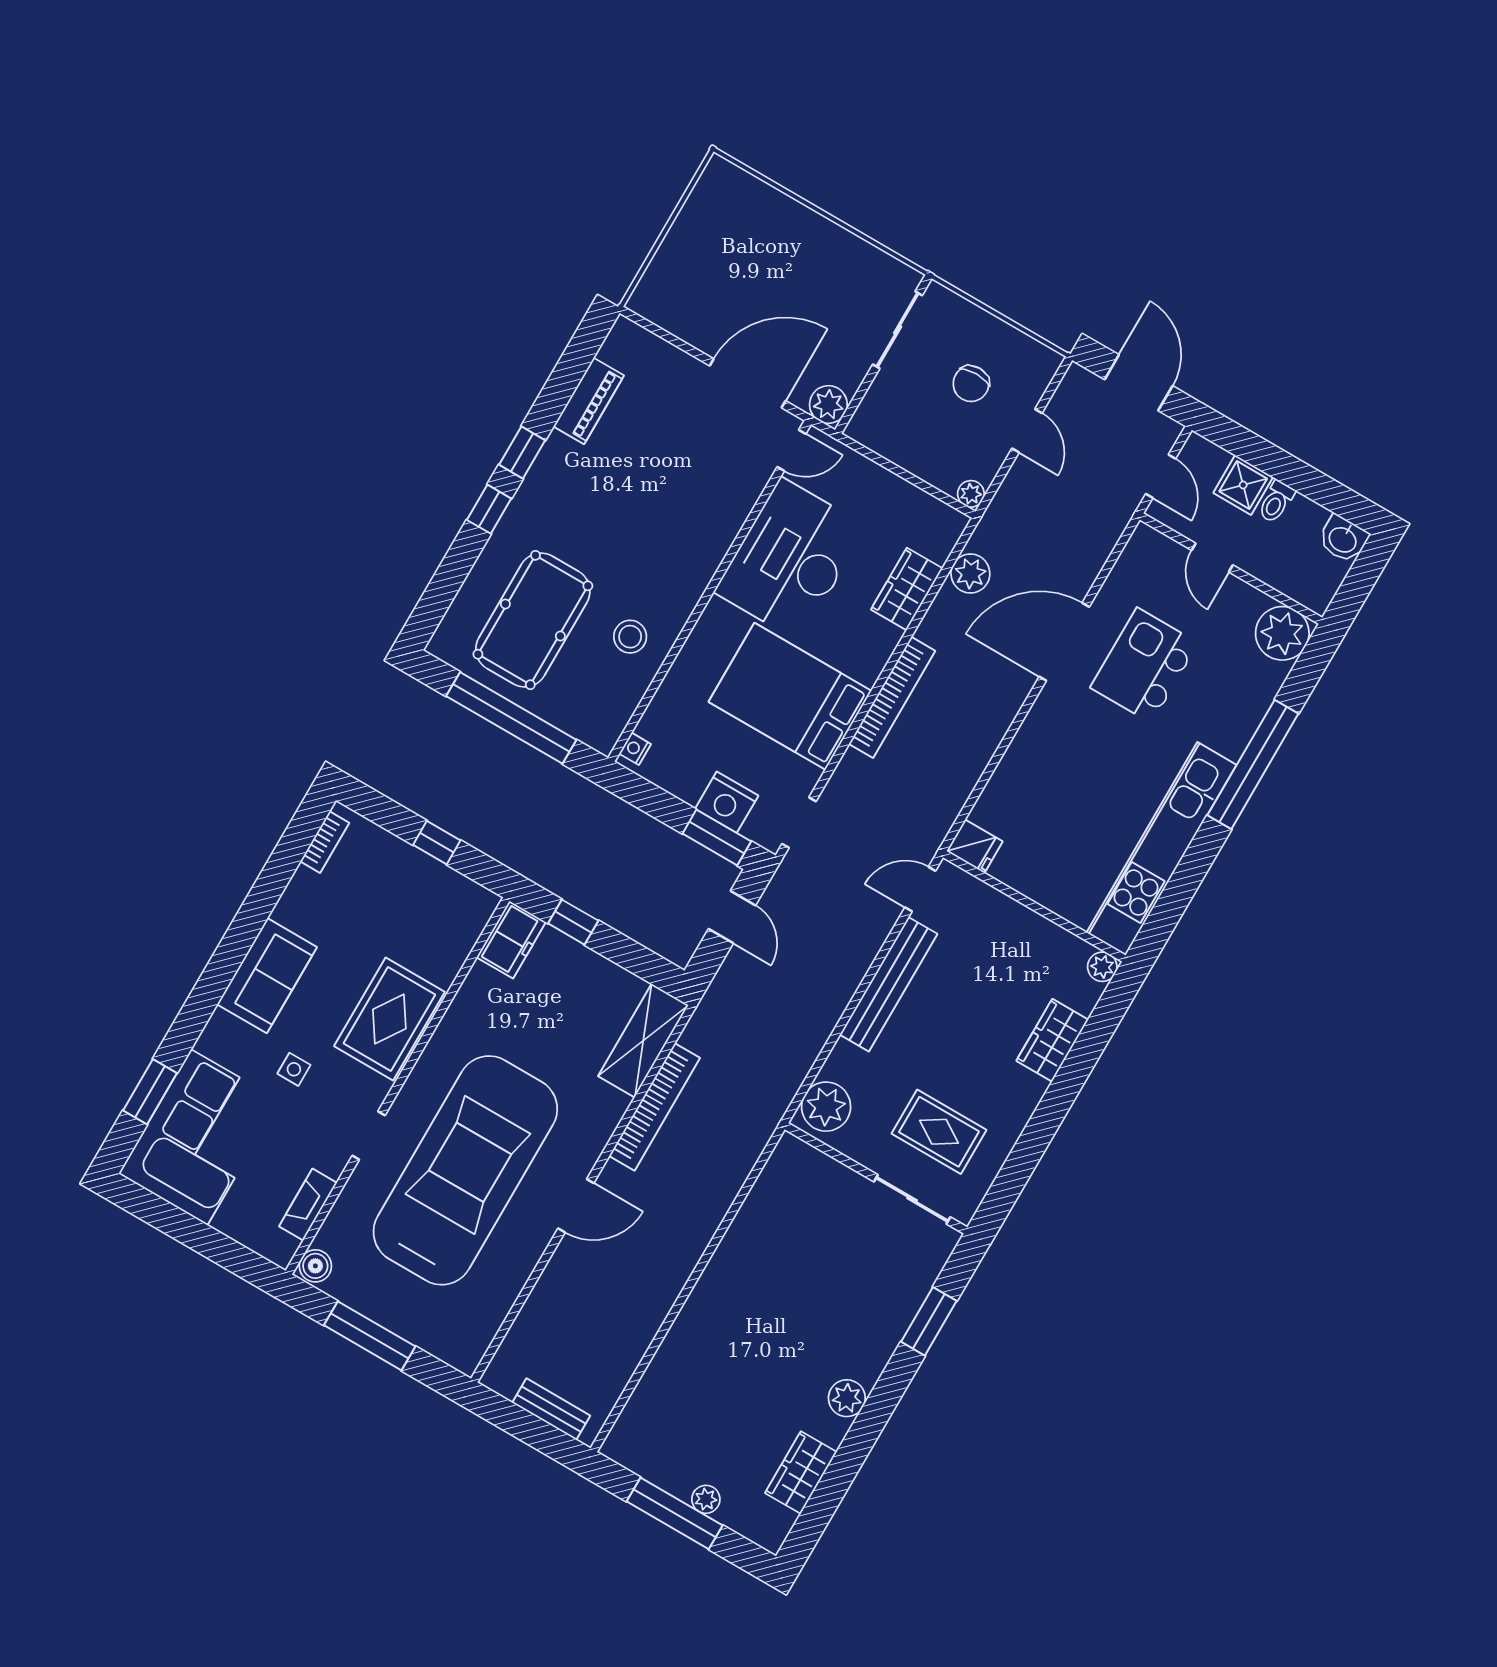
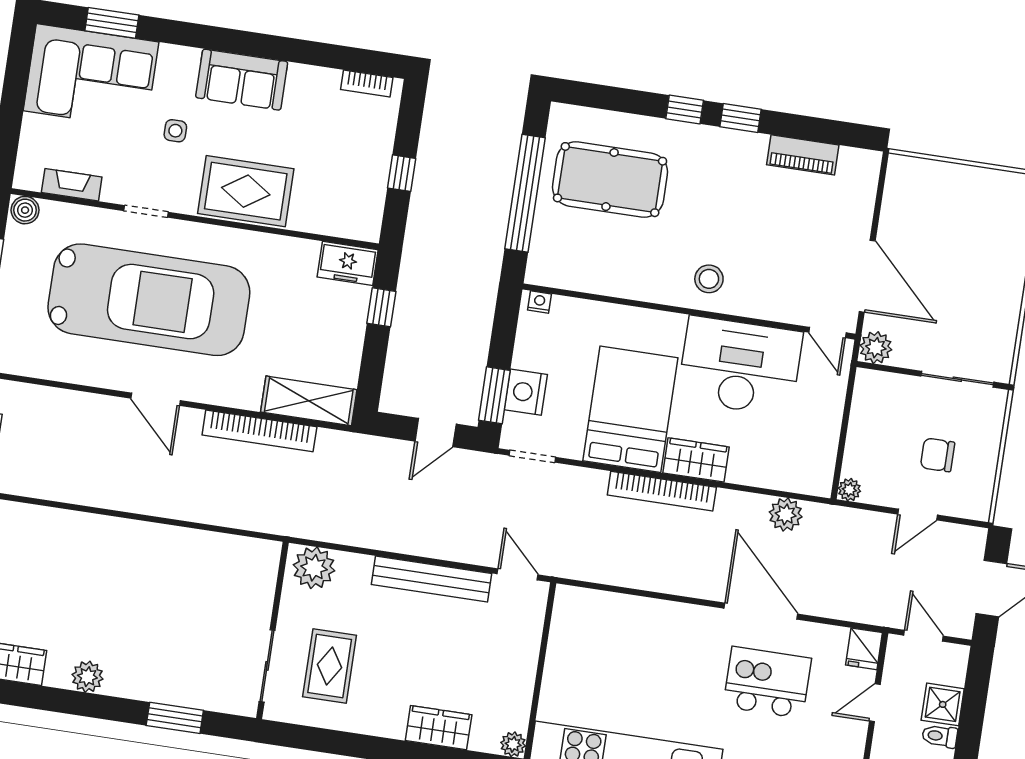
door: (1161, 476) -> (924, 636), swing flipped
wardrobe: (907, 589) -> (696, 460), moved
stool: (630, 637) -> (709, 279), moved
fridge: (975, 846) -> (864, 649), moved

